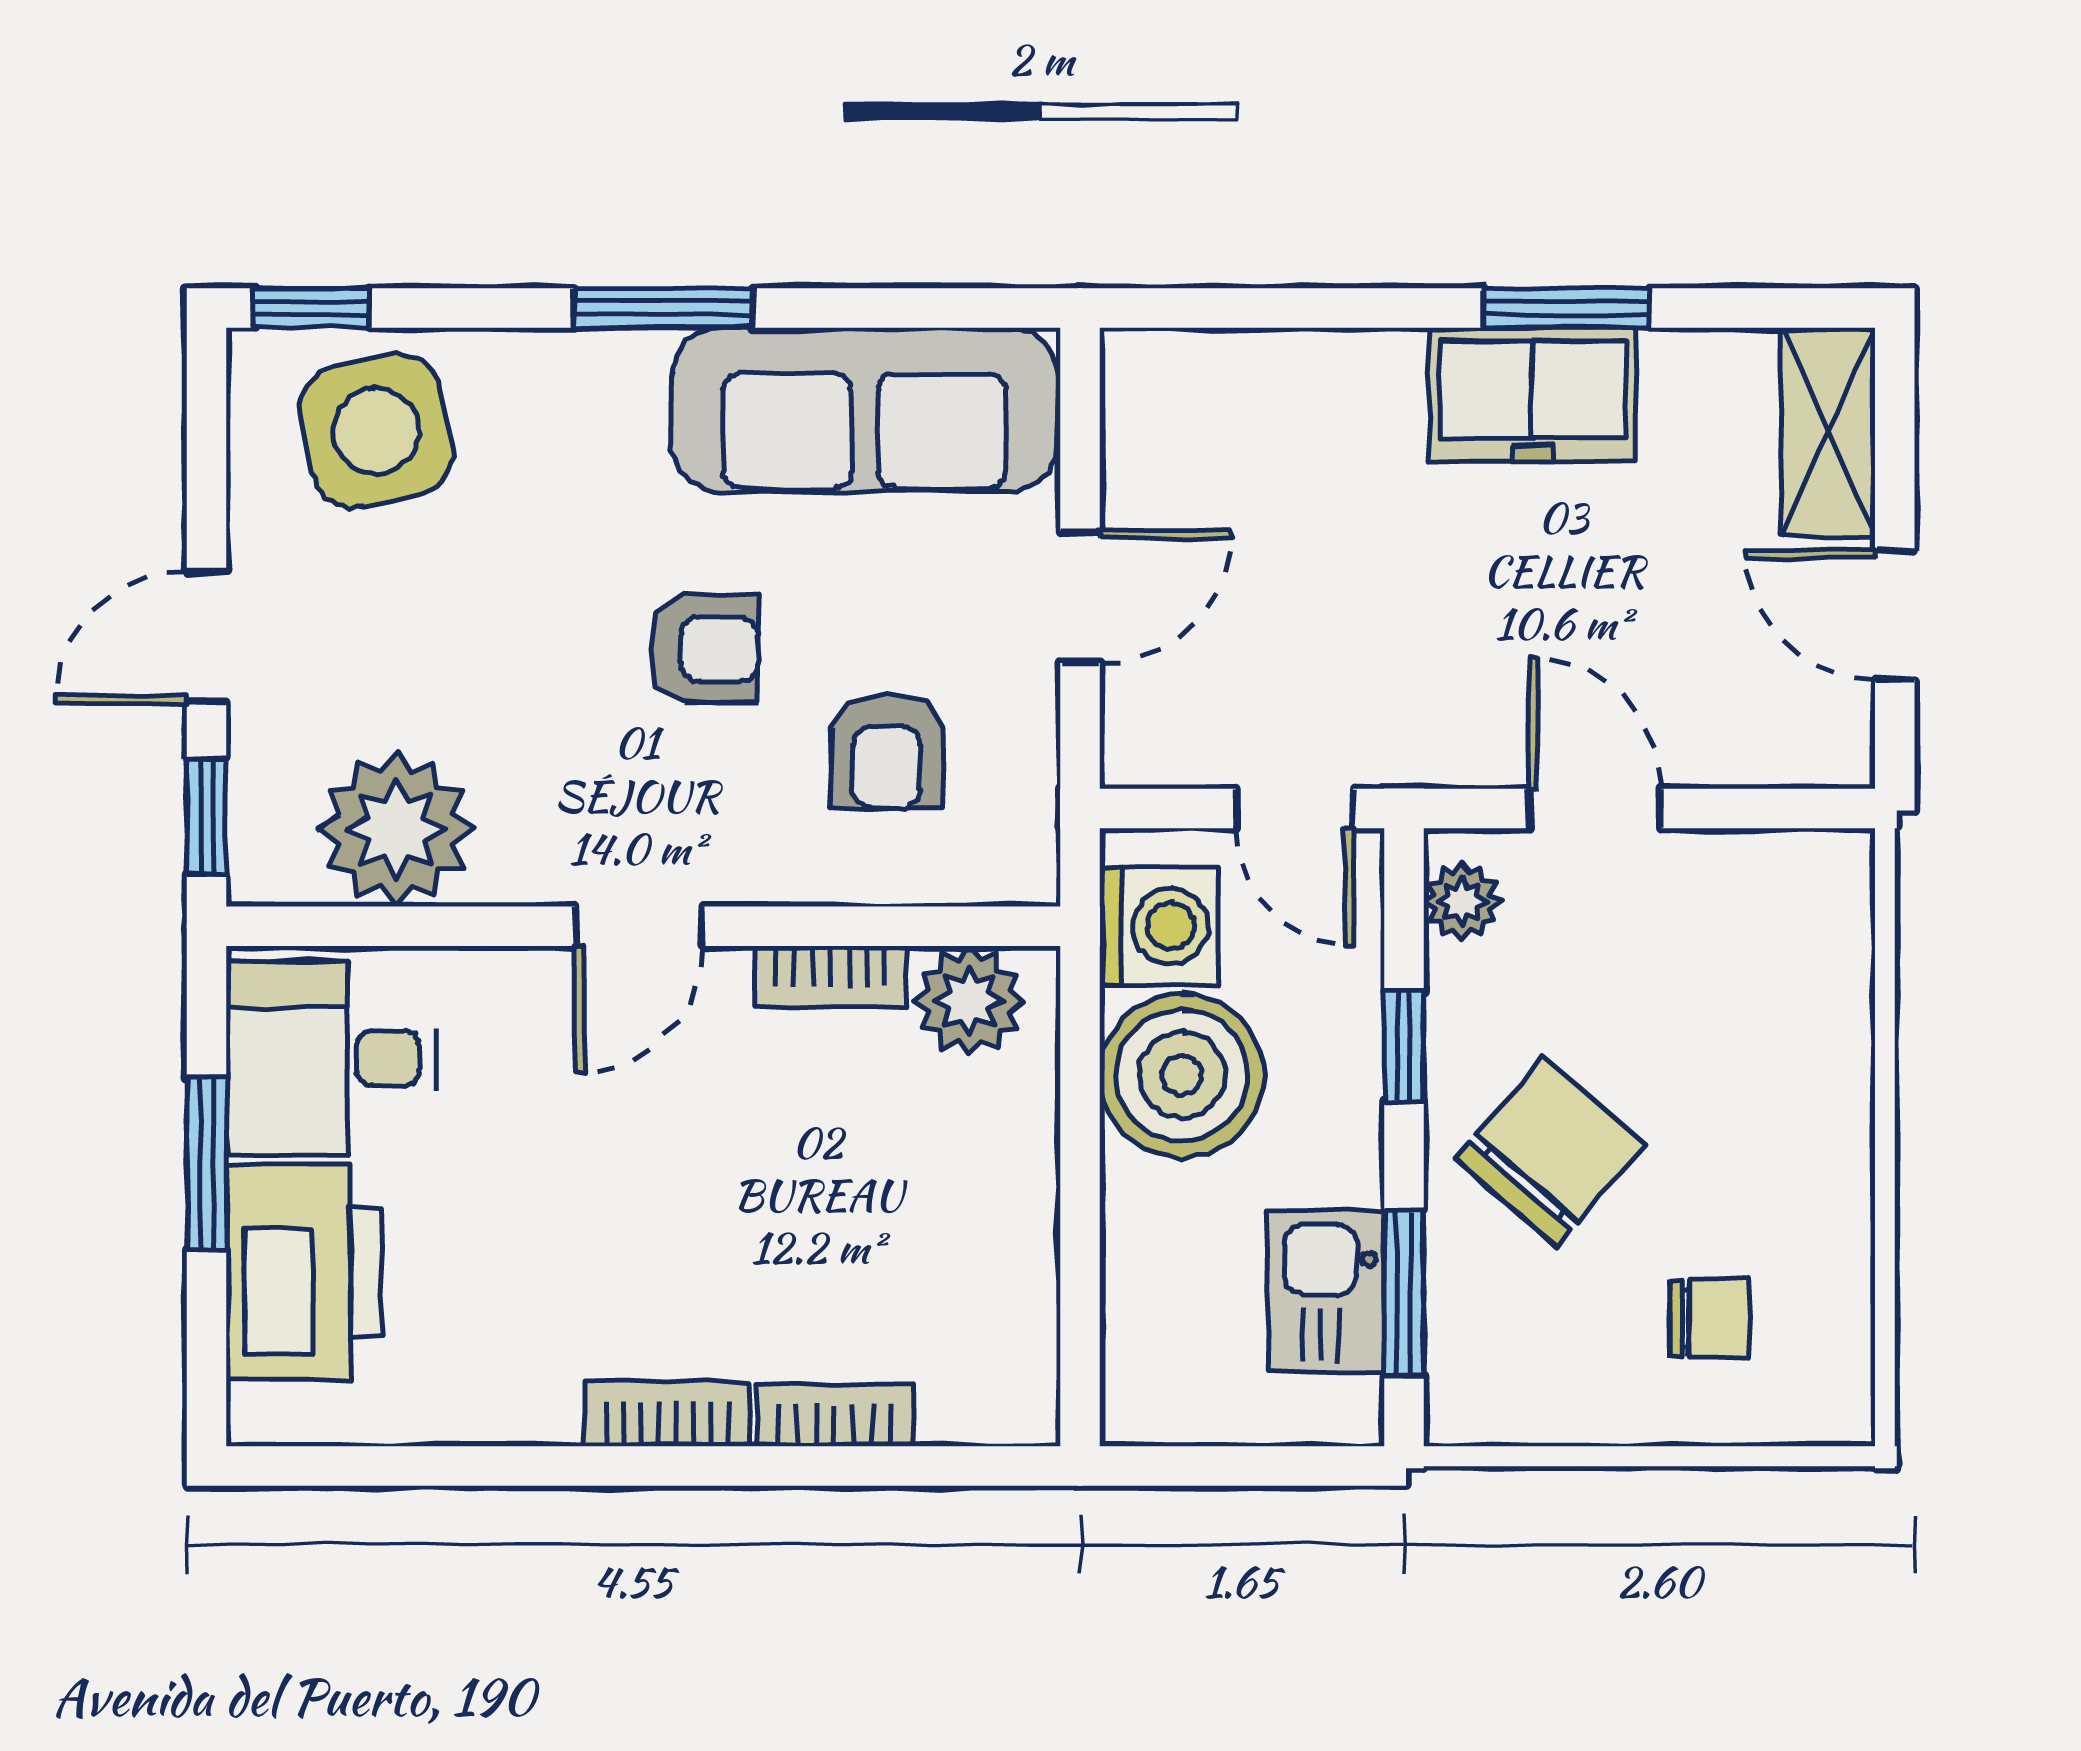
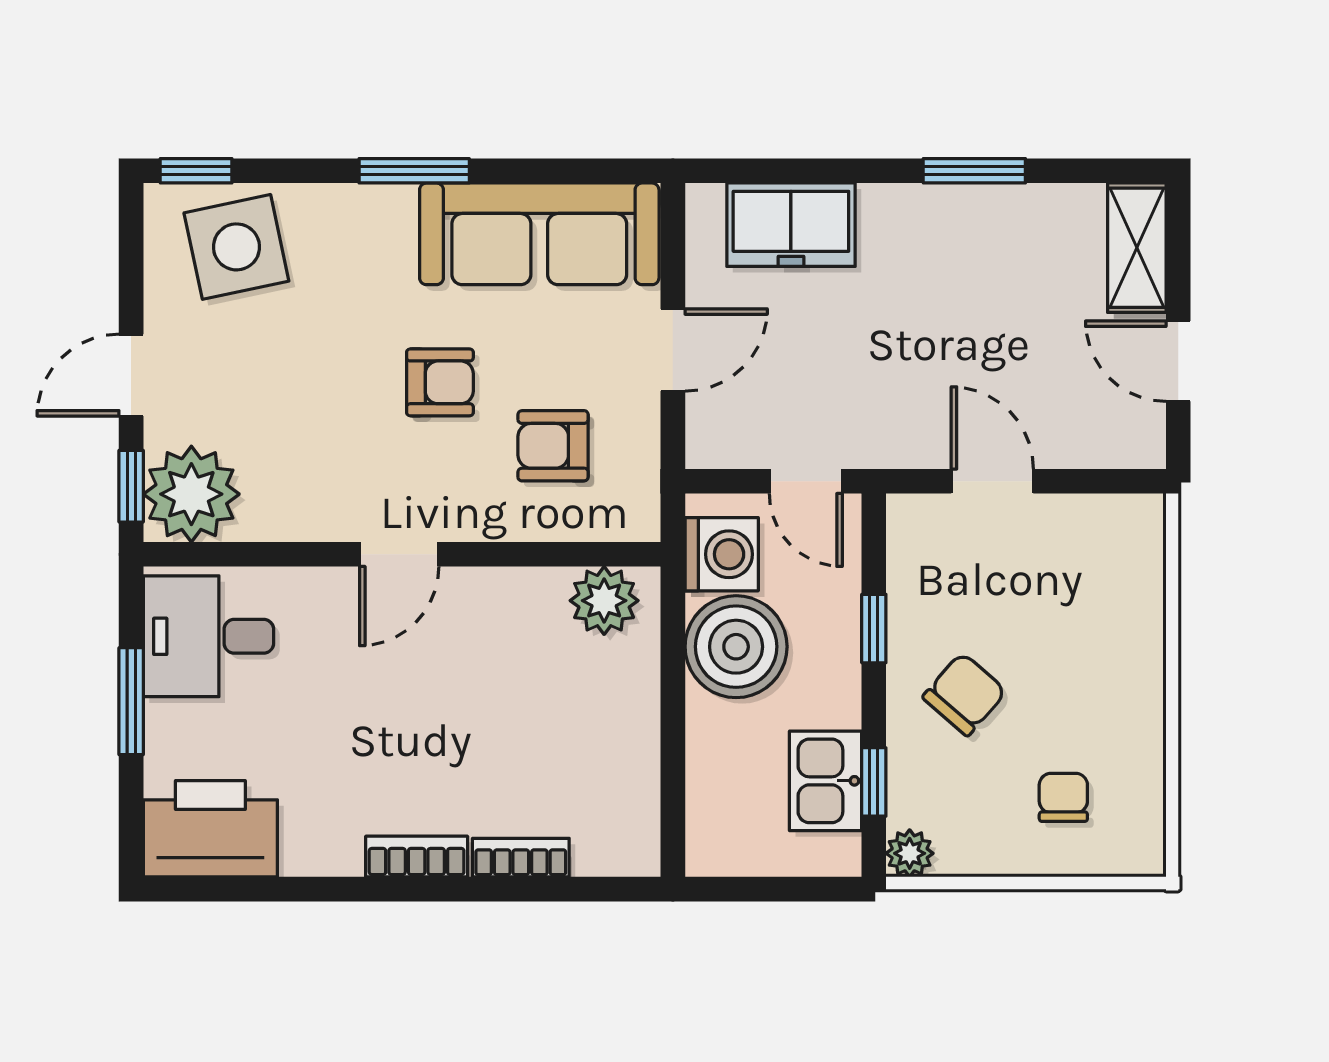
freezer: (1532, 395) -> (791, 225), moved
armchair: (887, 751) -> (553, 446), turned 90
plant: (396, 829) -> (191, 494), moved
plant: (1462, 902) -> (910, 853), moved
bookcase: (830, 976) -> (518, 585), removed
chair: (1550, 1152) -> (964, 694), width x0.73, depth x0.73
printer: (304, 1272) -> (210, 829), moved, turned -90
window: (1404, 1293) -> (874, 782), width x0.67
chair: (1710, 1318) -> (1063, 797), turned -90

